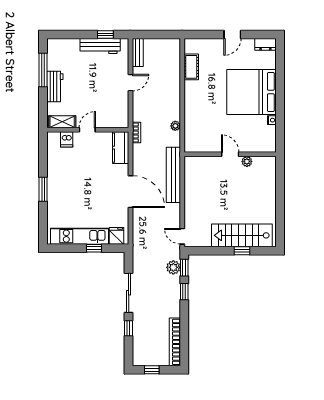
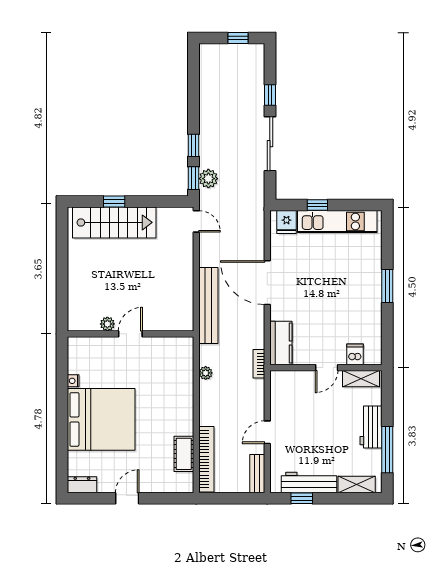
shelving: (65, 45) -> (357, 485), added
door: (230, 154) -> (130, 334), swing flipped
bookcase: (175, 342) -> (206, 459), moved

